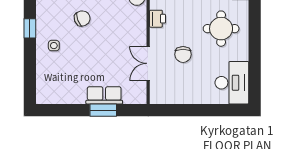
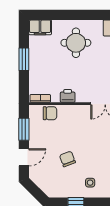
chair: (183, 54) -> (98, 75), removed

